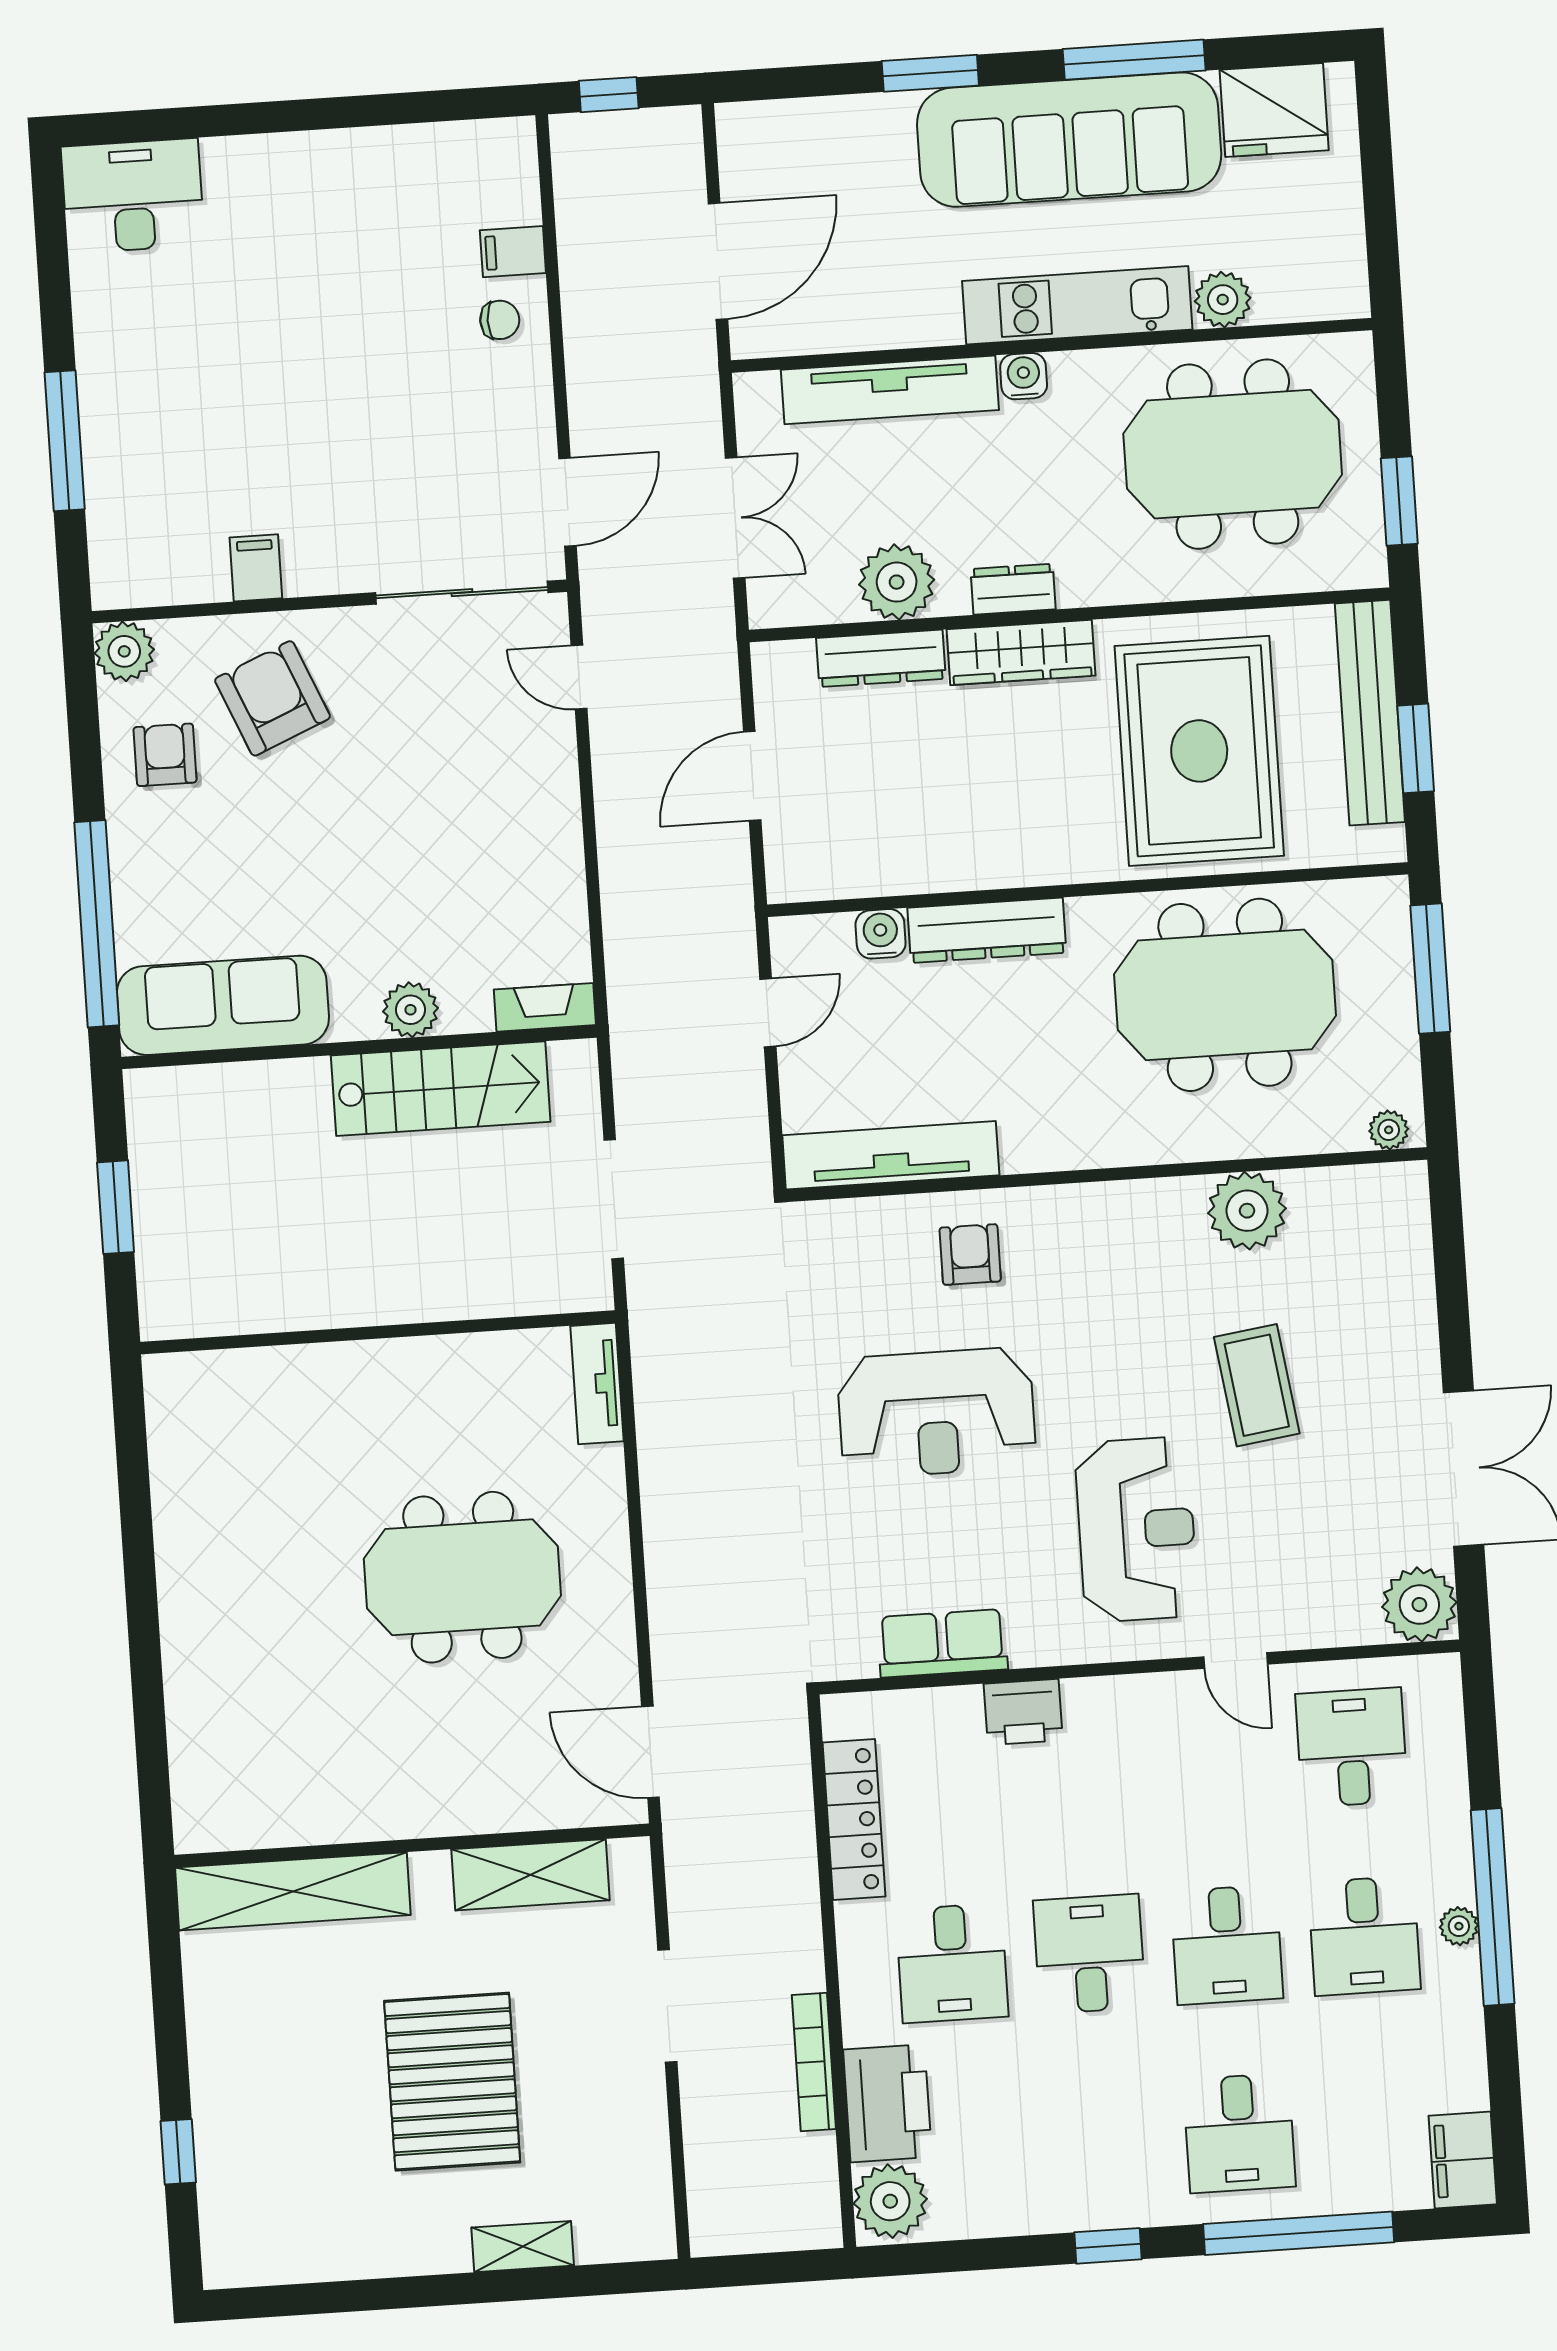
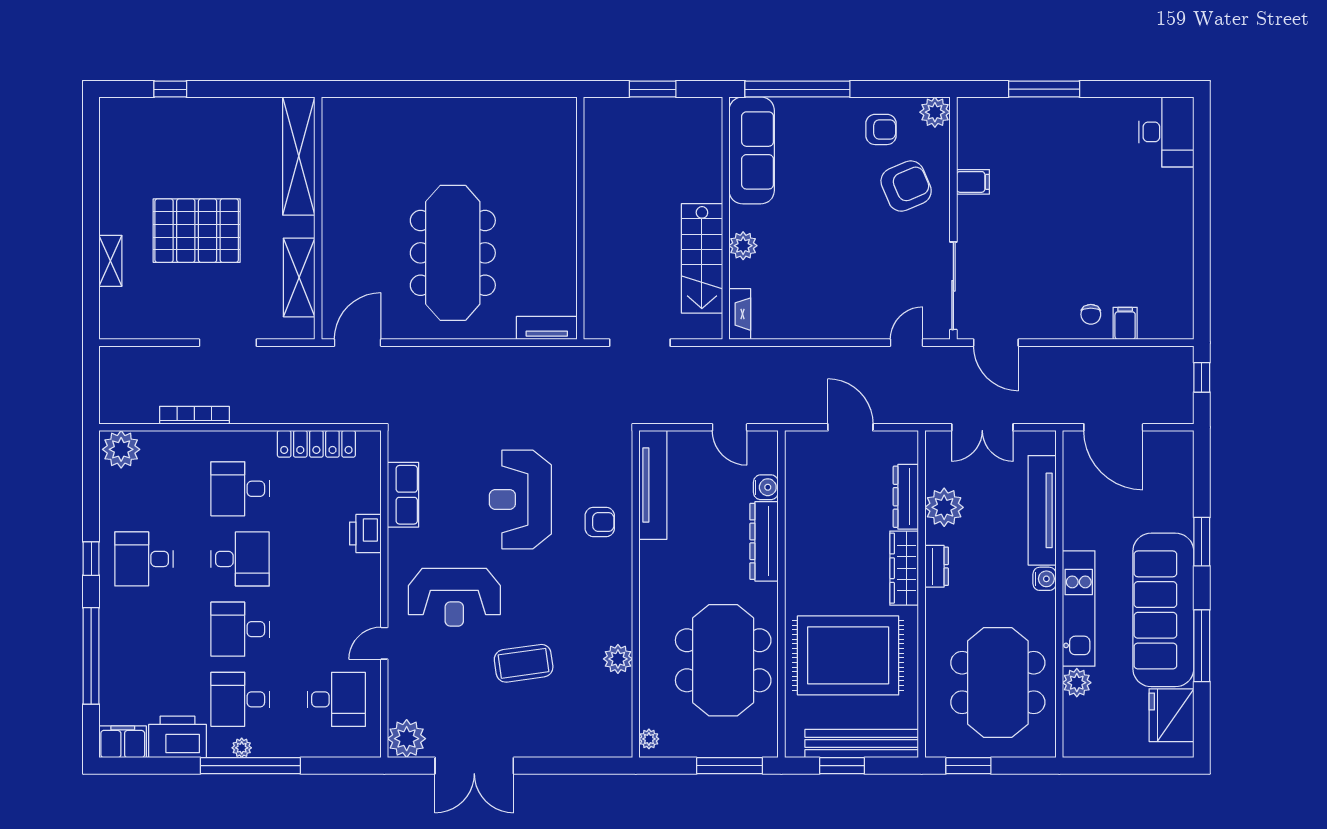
plant: (1247, 1211) -> (618, 659), width x0.73, depth x0.73
meeting table: (462, 1577) -> (453, 253), width x1.36
printer: (887, 2103) -> (177, 737), moved, turned 180
desk: (1239, 2133) -> (144, 559), moved

